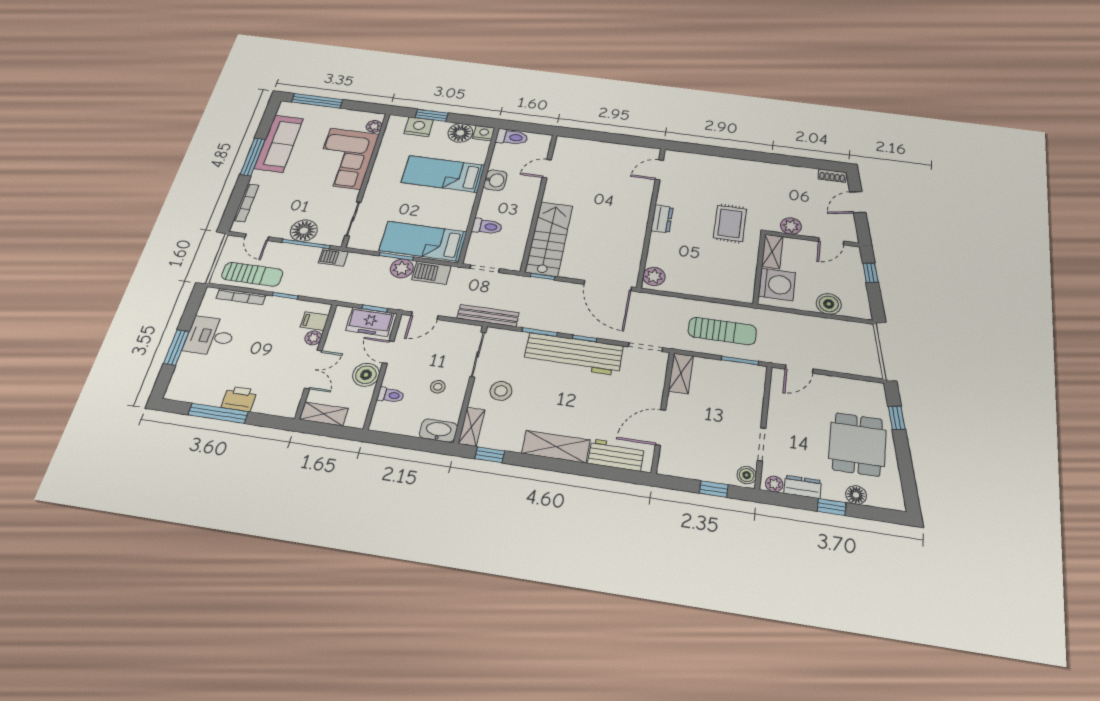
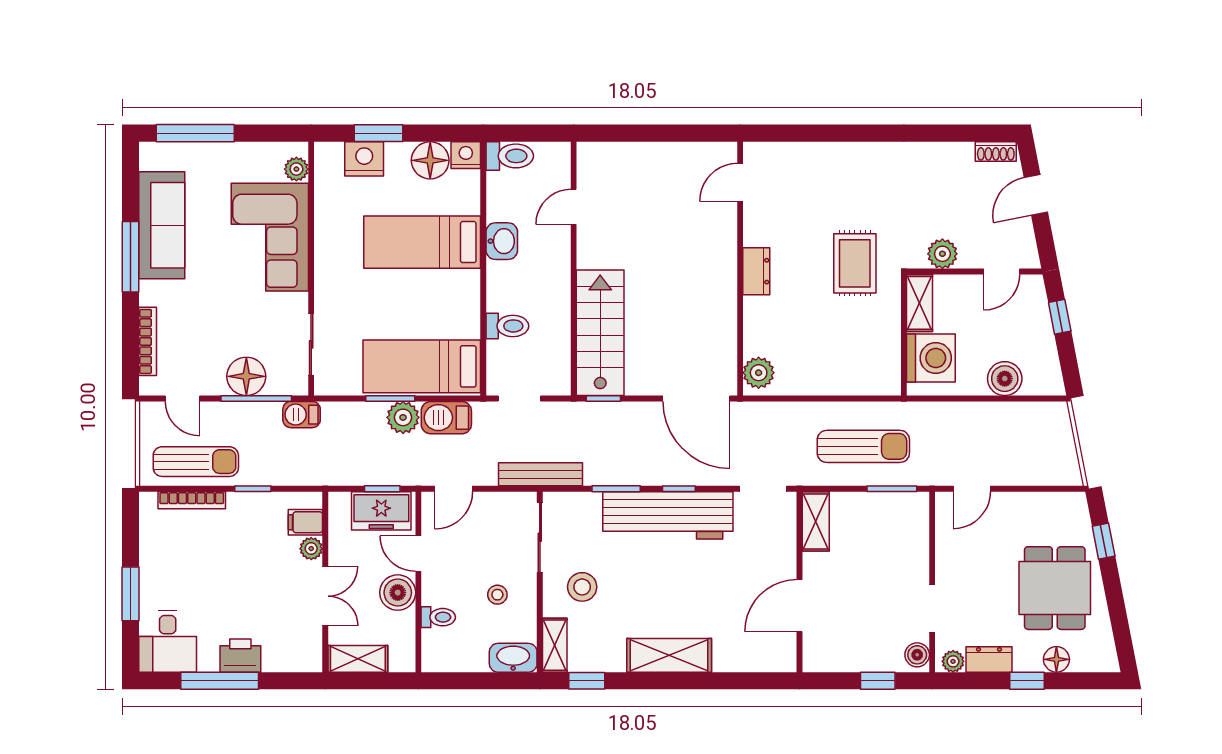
desk: (210, 336) -> (168, 641), moved, turned -90
workbench: (616, 455) -> (748, 654), removed

